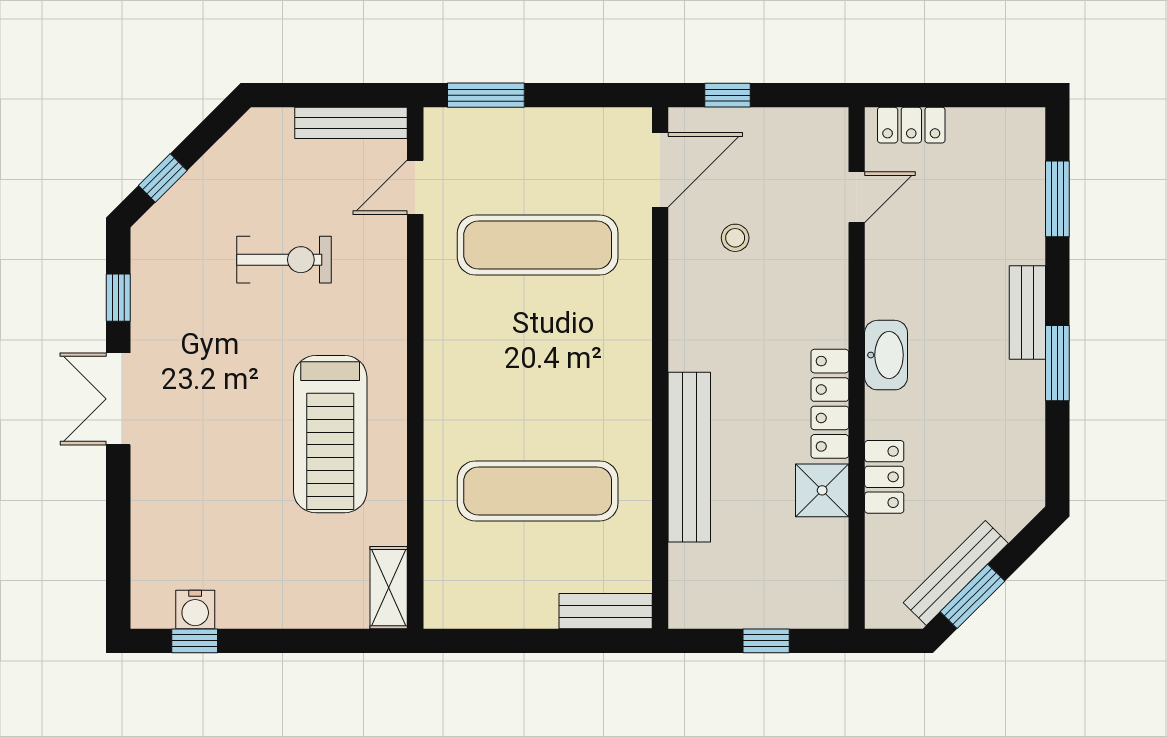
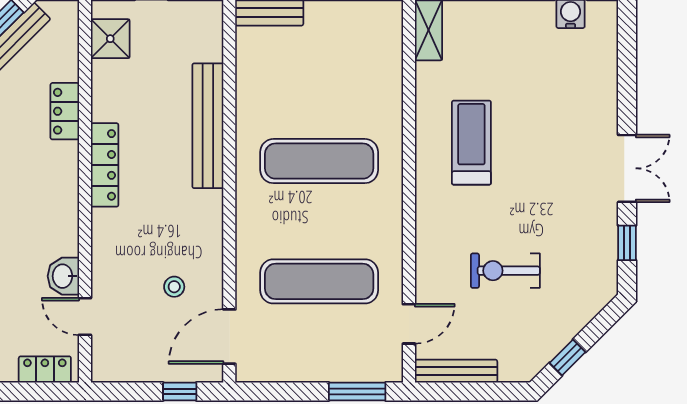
window: (163, 178) -> (567, 357), moved
door: (857, 197) -> (85, 317), hinge flipped
washbasin: (886, 355) -> (63, 276), moved, width x0.72
treadmill: (330, 434) -> (471, 143), width x0.73, depth x0.73
shower: (822, 490) -> (110, 39), moved
exercise mat: (538, 491) -> (319, 161), moved

